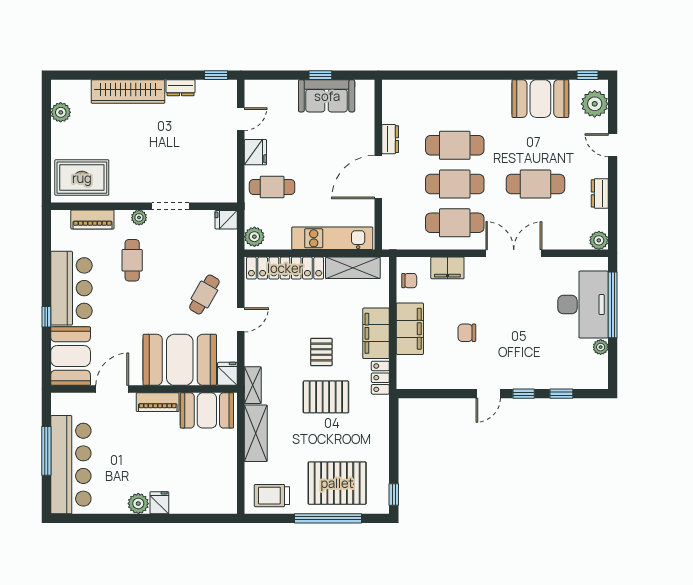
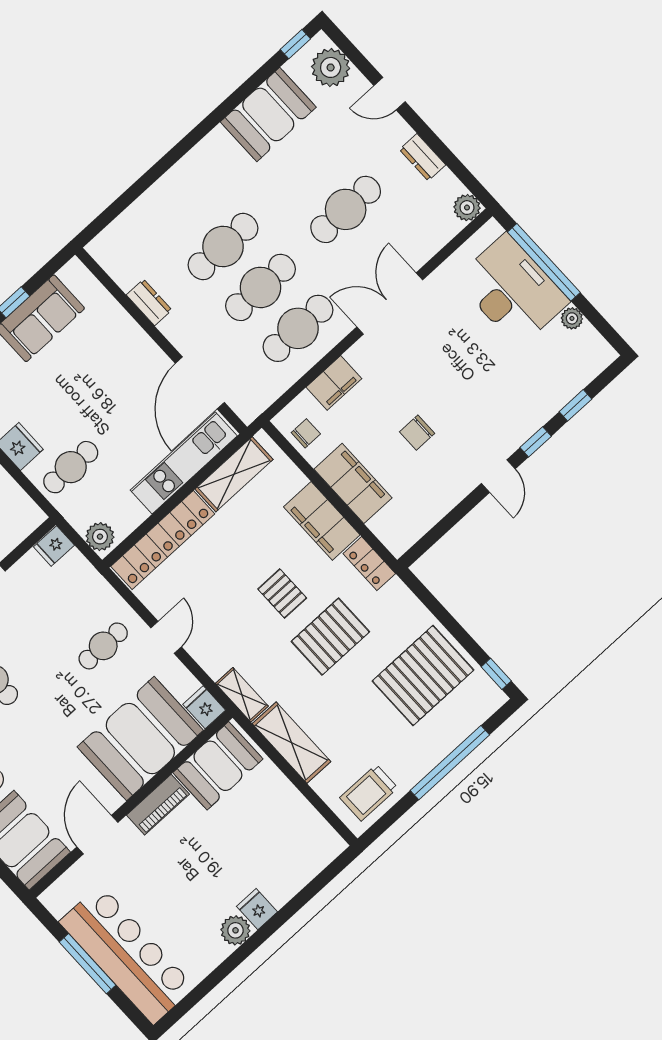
door: (378, 177) -> (200, 383), moved
cafe table: (204, 294) -> (103, 646), turned 60
pallet: (337, 483) -> (423, 676), moved

